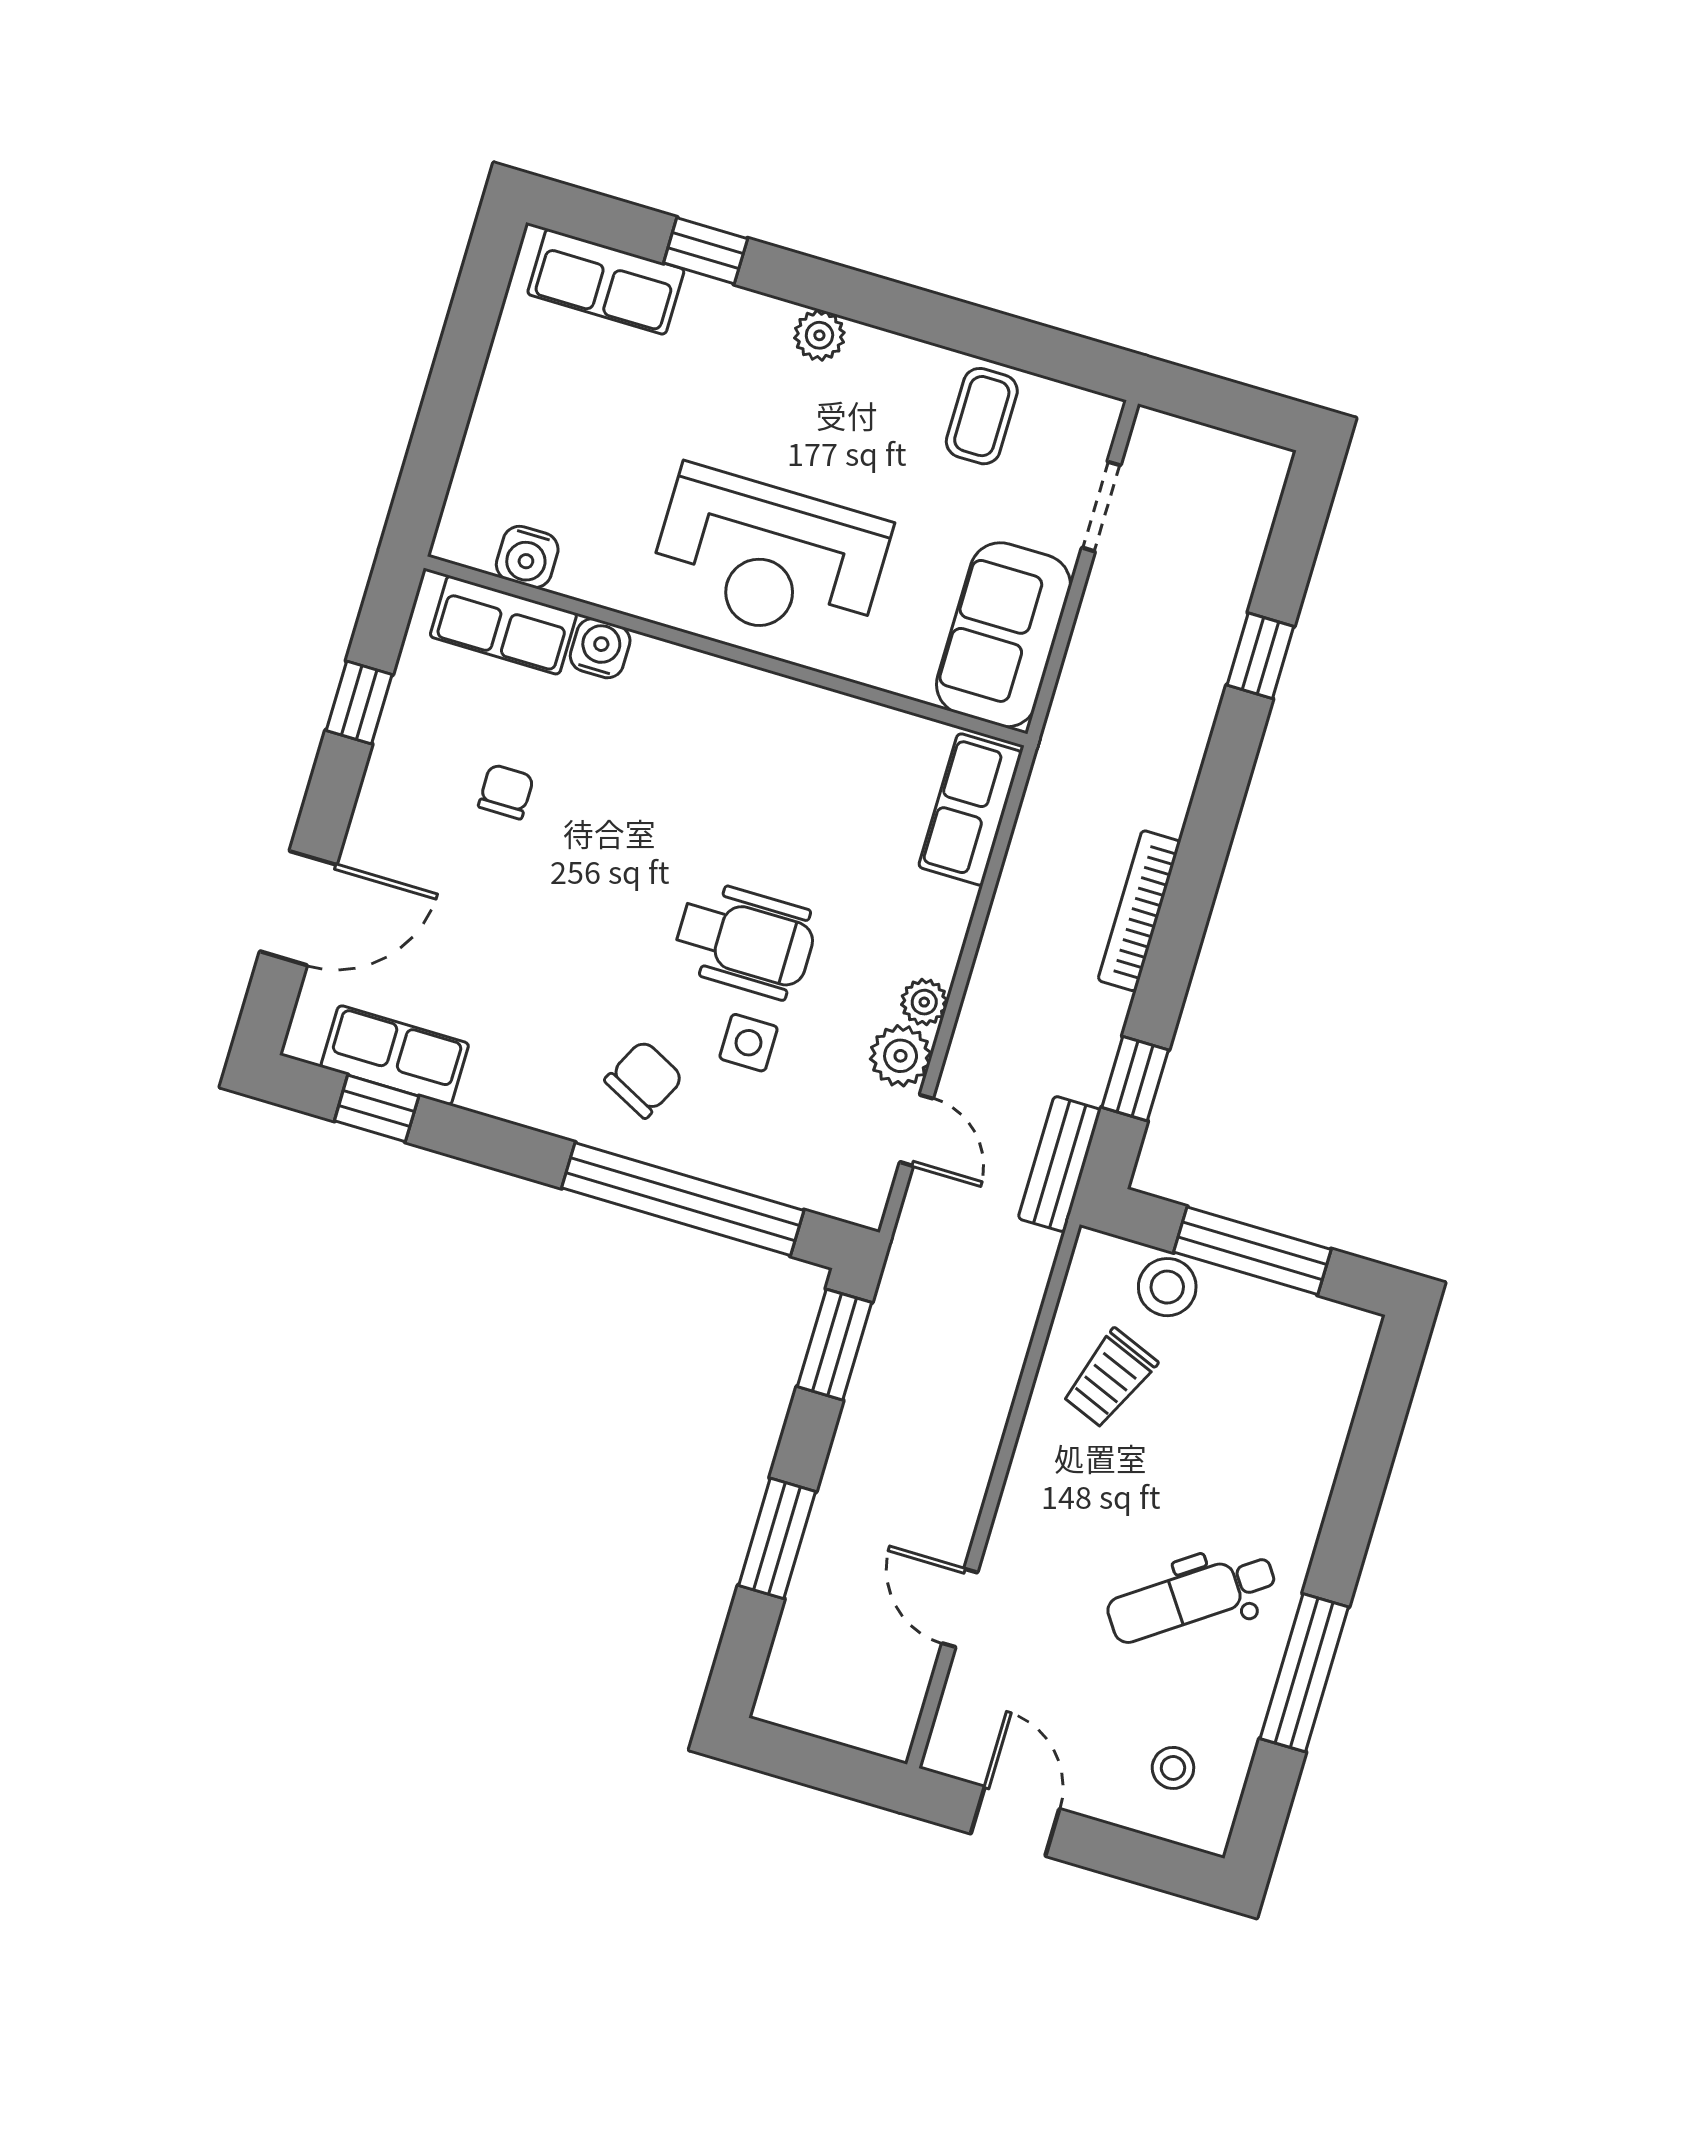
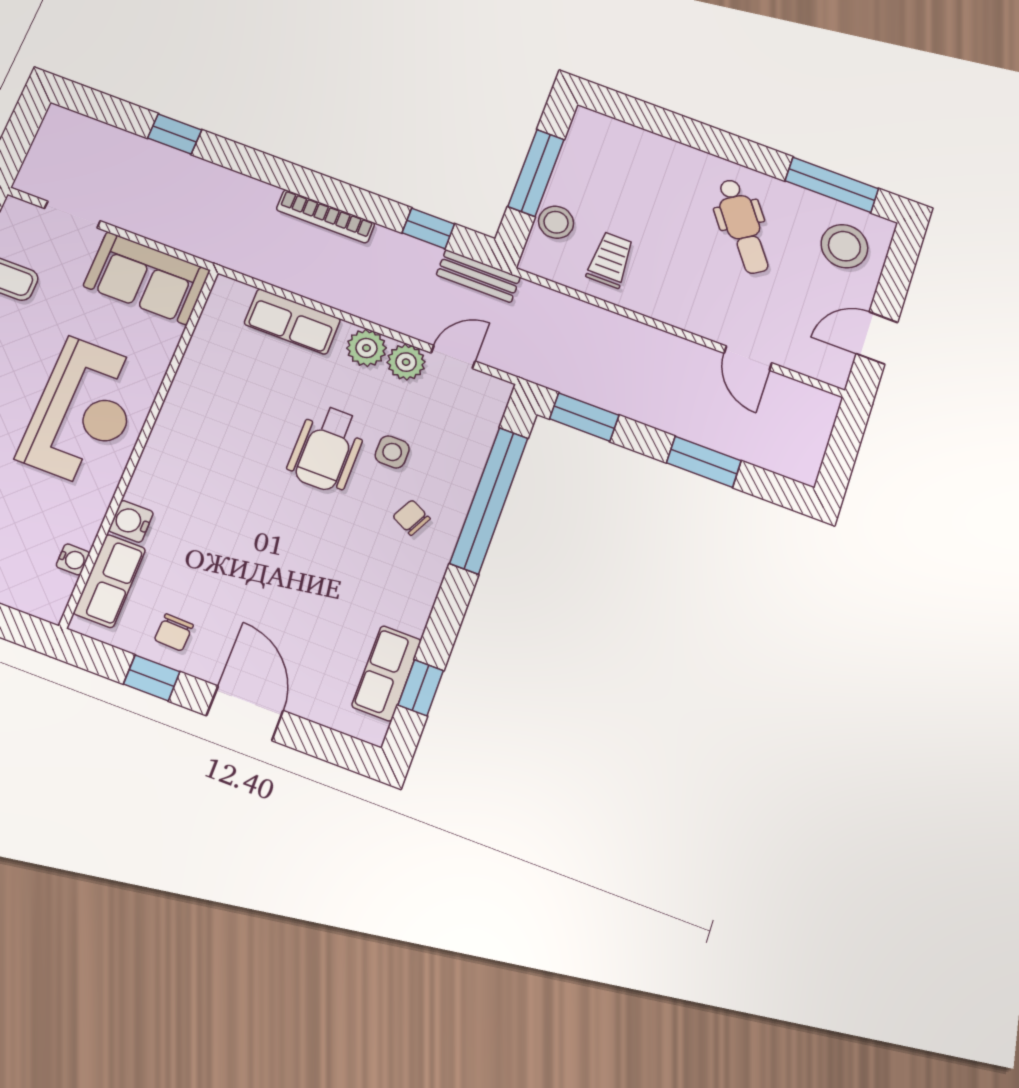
water cooler: (527, 557) -> (73, 559), width x0.72, depth x0.72
chair: (506, 792) -> (174, 632), moved, turned -88
row of seats: (970, 809) -> (292, 321), moved
door: (298, 908) -> (245, 713), moved
wheelchair: (745, 940) -> (327, 448), turned 180
plant: (924, 1002) -> (366, 348), width x1.38, depth x1.38
chair: (644, 1079) -> (412, 518), width x0.73, depth x0.73
trolley: (1109, 1379) -> (610, 260), turned -112
door: (960, 1608) -> (748, 358), hinge flipped
window: (1304, 1673) -> (832, 185), moved
stool: (1173, 1768) -> (844, 246), width x1.89, depth x1.89

